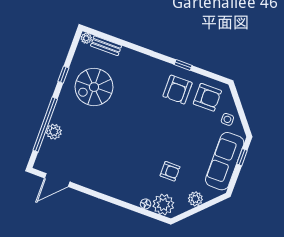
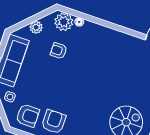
armchair: (207, 97) -> (28, 116), turned 180

